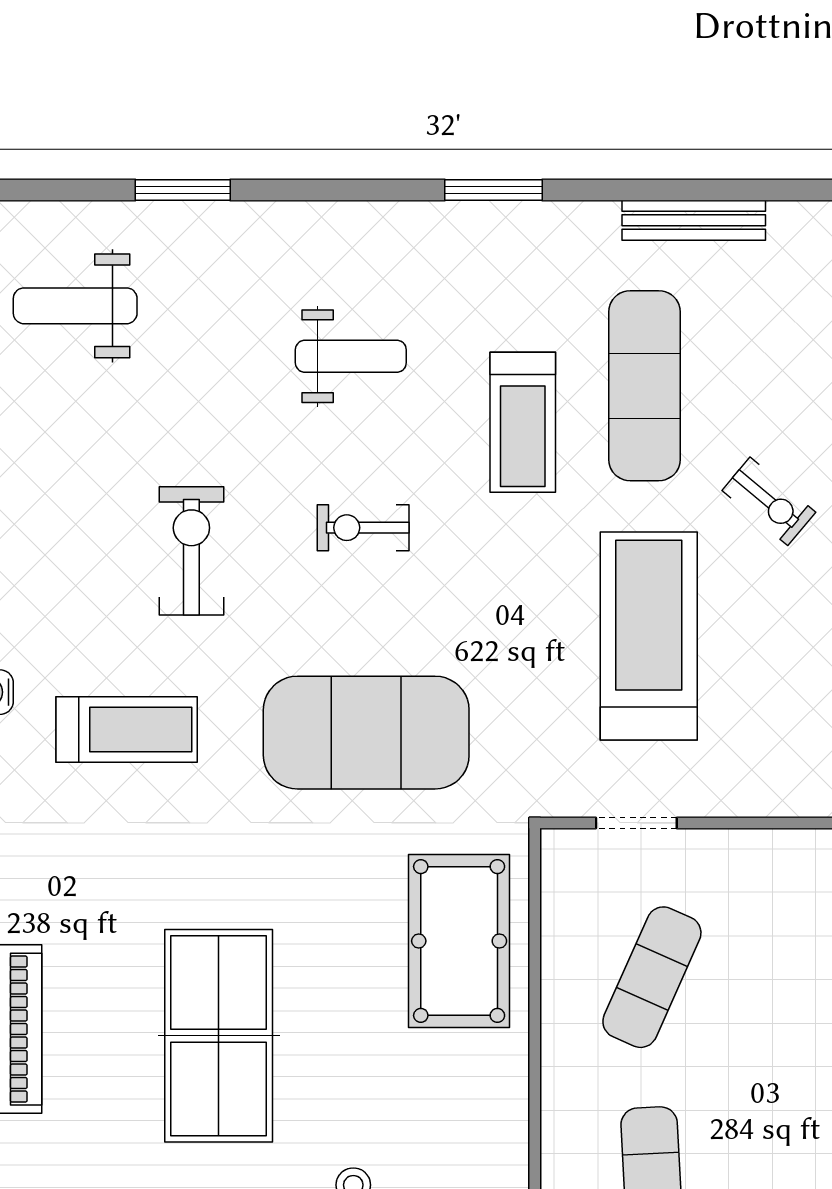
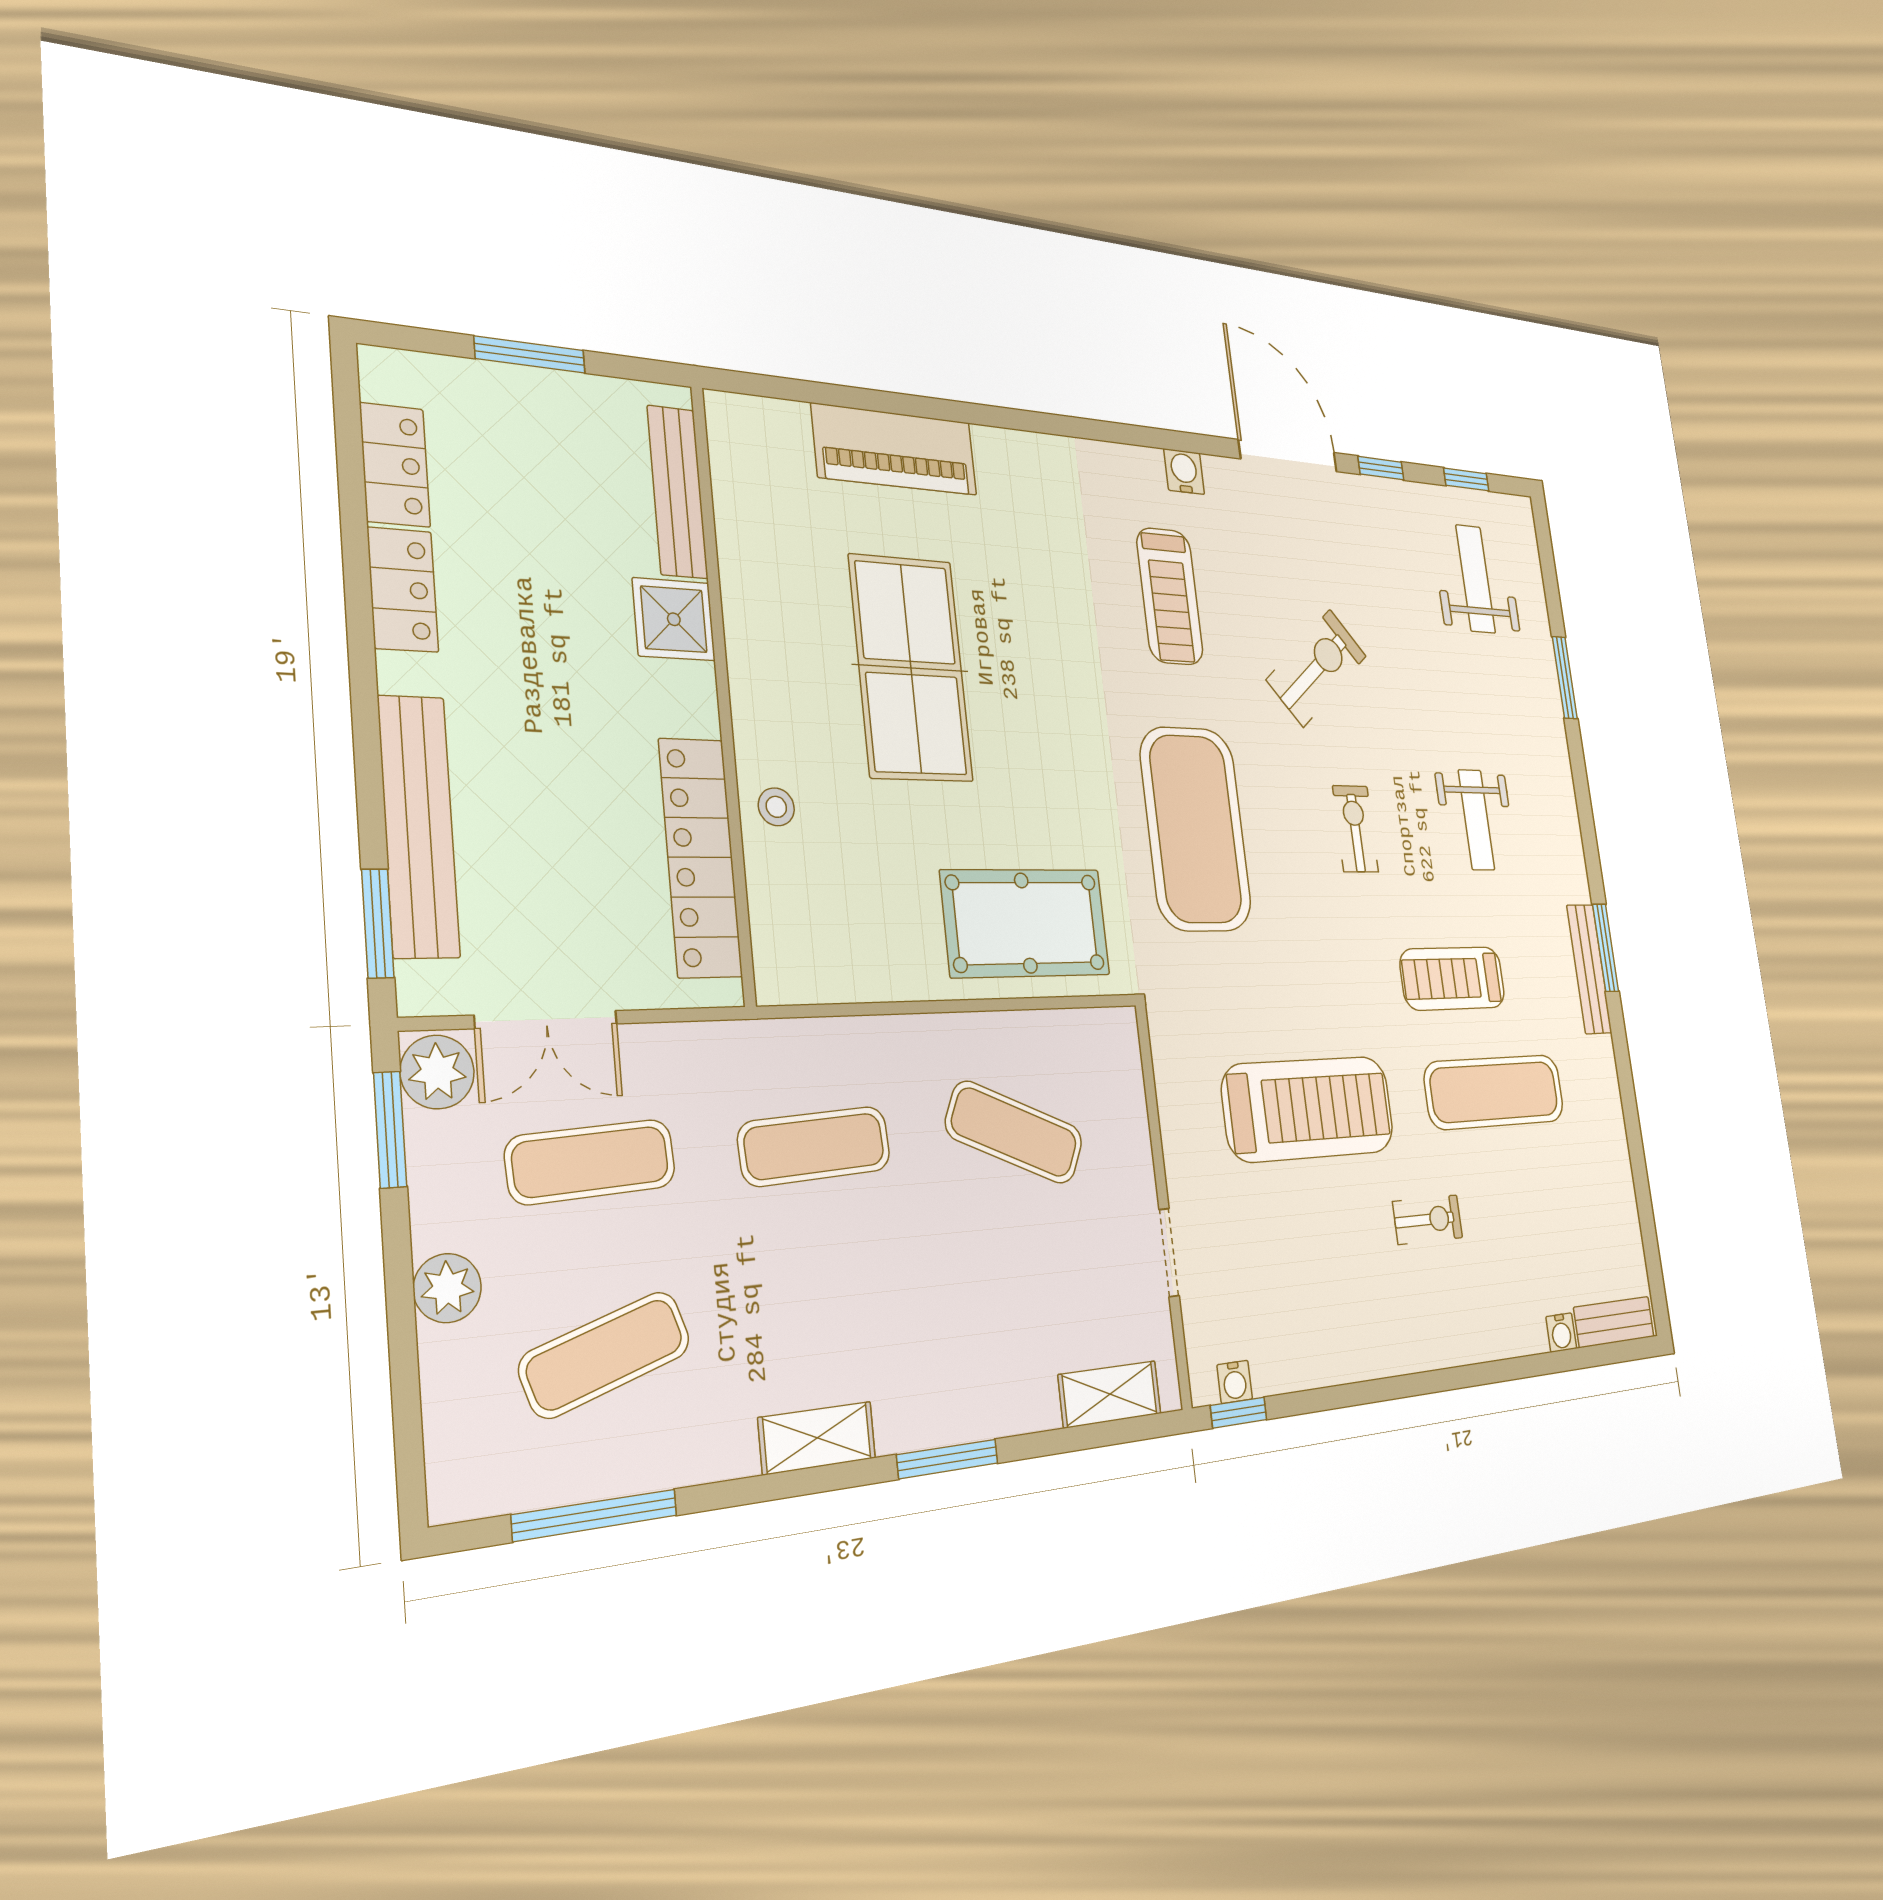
bench: (694, 220) -> (1589, 969), moved
exercise bike: (769, 501) -> (1428, 1220), turned -130
exercise bike: (191, 551) -> (1317, 668), turned -40
doorway: (636, 823) -> (1169, 1253), moved
table tennis table: (219, 1036) -> (911, 668), turned 90

